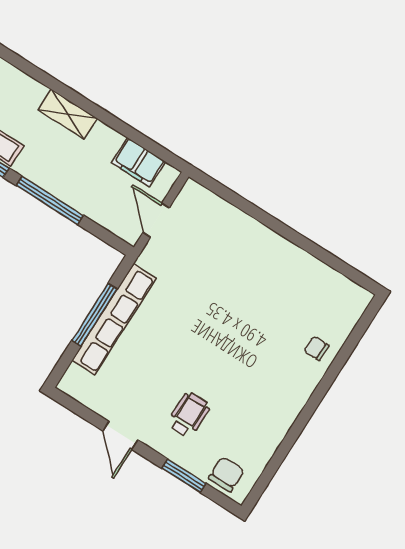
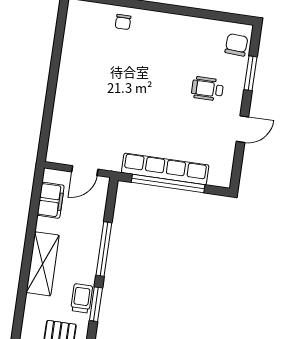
shelving: (68, 114) -> (43, 264), width x1.50, depth x1.33
window: (95, 315) -> (168, 184), width x1.46
chair: (226, 474) -> (236, 45), turned 93

